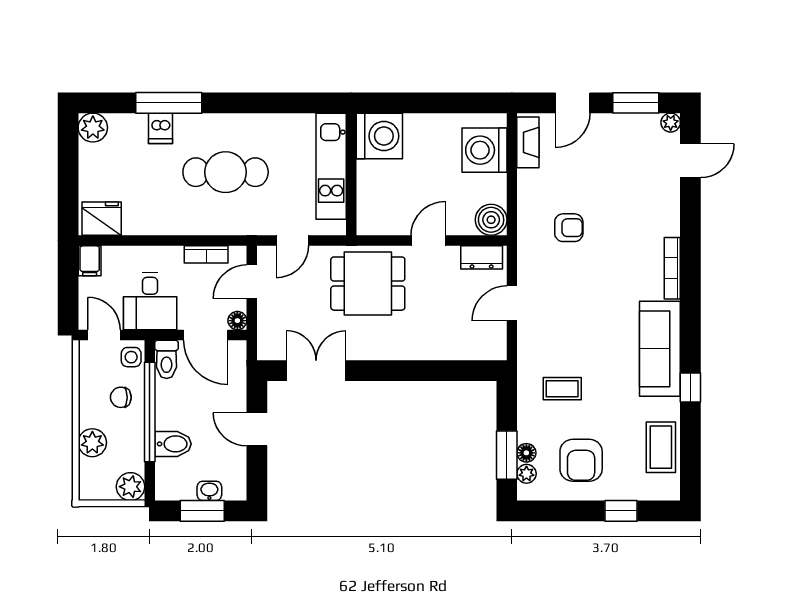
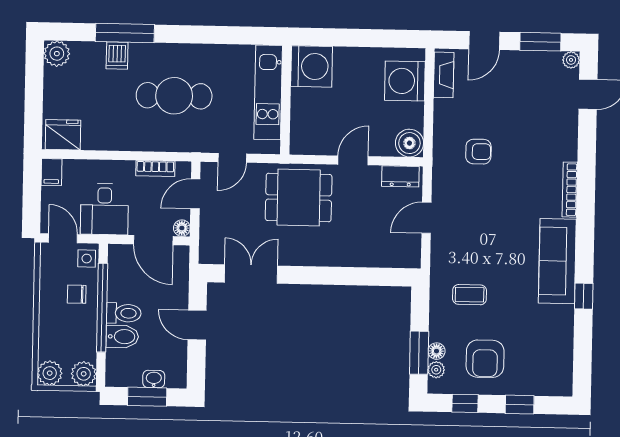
toilet: (167, 359) -> (124, 313), moved, turned -90
plant: (92, 443) -> (50, 373), moved
coffee table: (661, 447) -> (556, 349), removed
window: (560, 511) -> (465, 403), added

